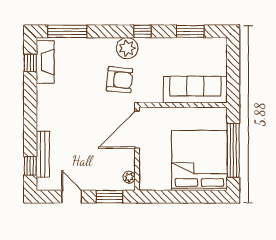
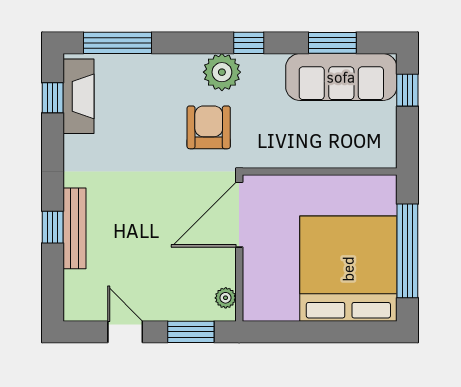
window: (233, 58) -> (407, 90), added
armchair: (120, 80) -> (209, 127), turned -95
sofa: (195, 90) -> (341, 77), moved, turned 180
bench: (43, 154) -> (74, 228), moved
window: (30, 166) -> (53, 227), moved

